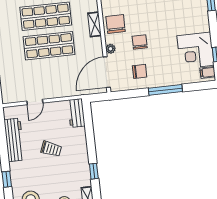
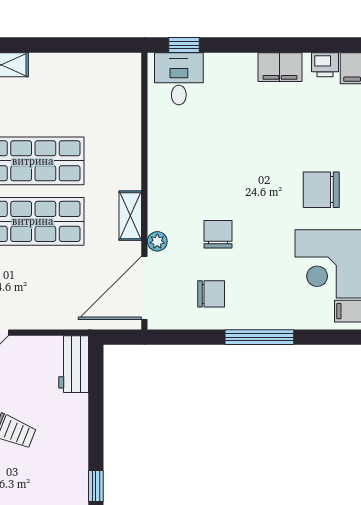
shelving: (94, 24) -> (130, 216), moved
chair: (116, 24) -> (321, 190), moved, turned -90

